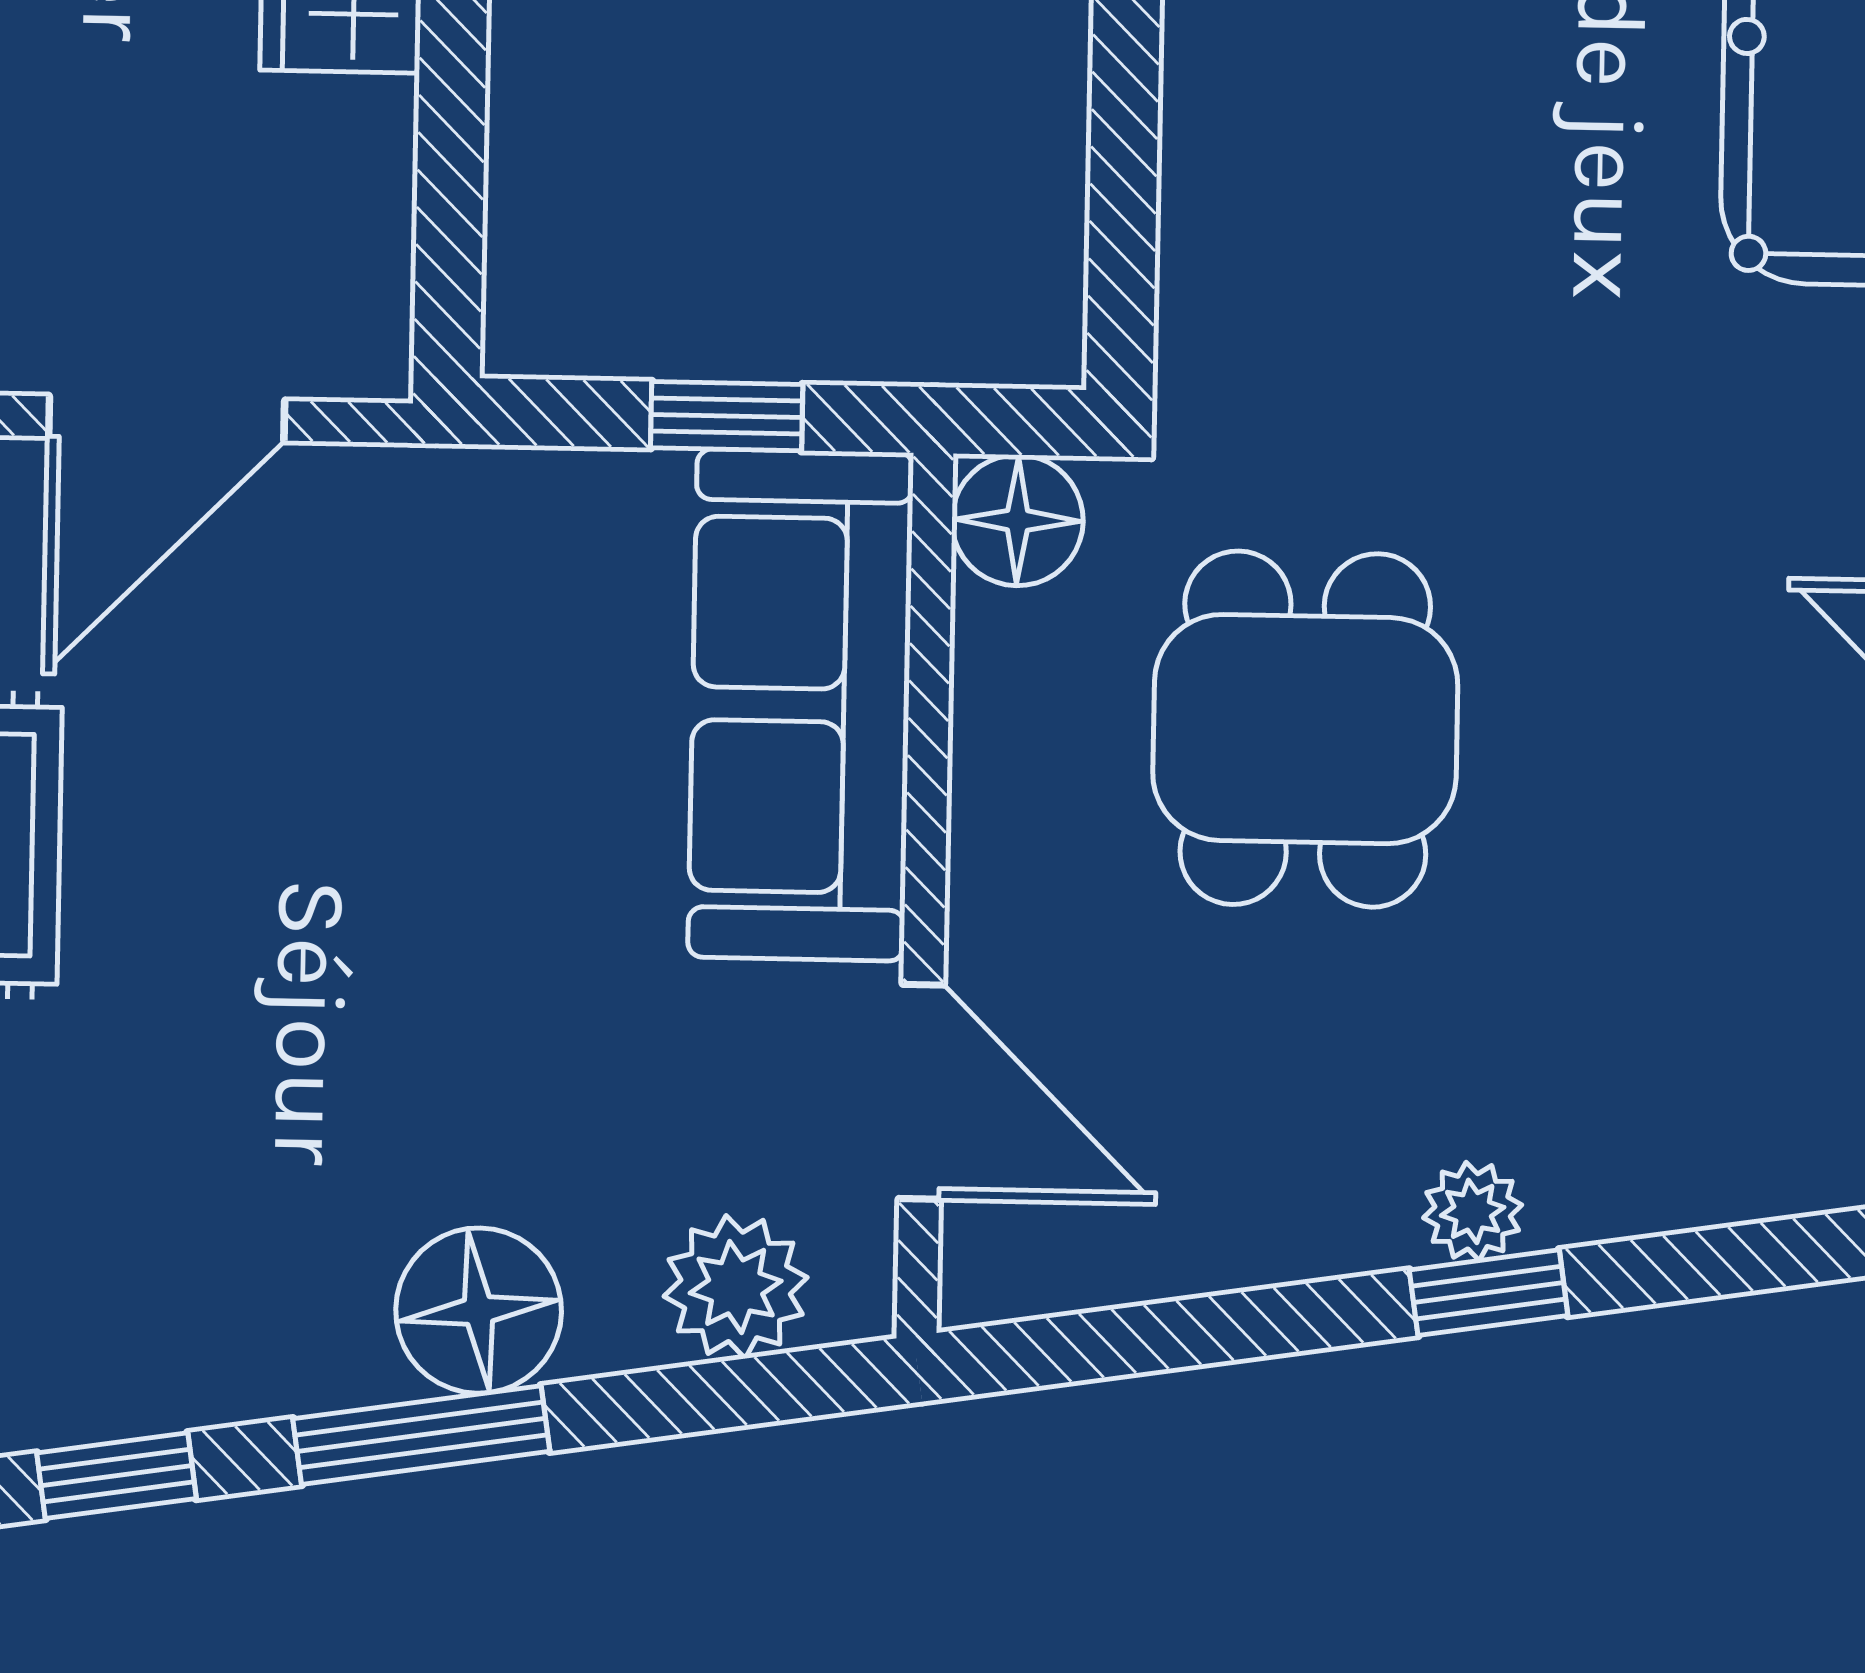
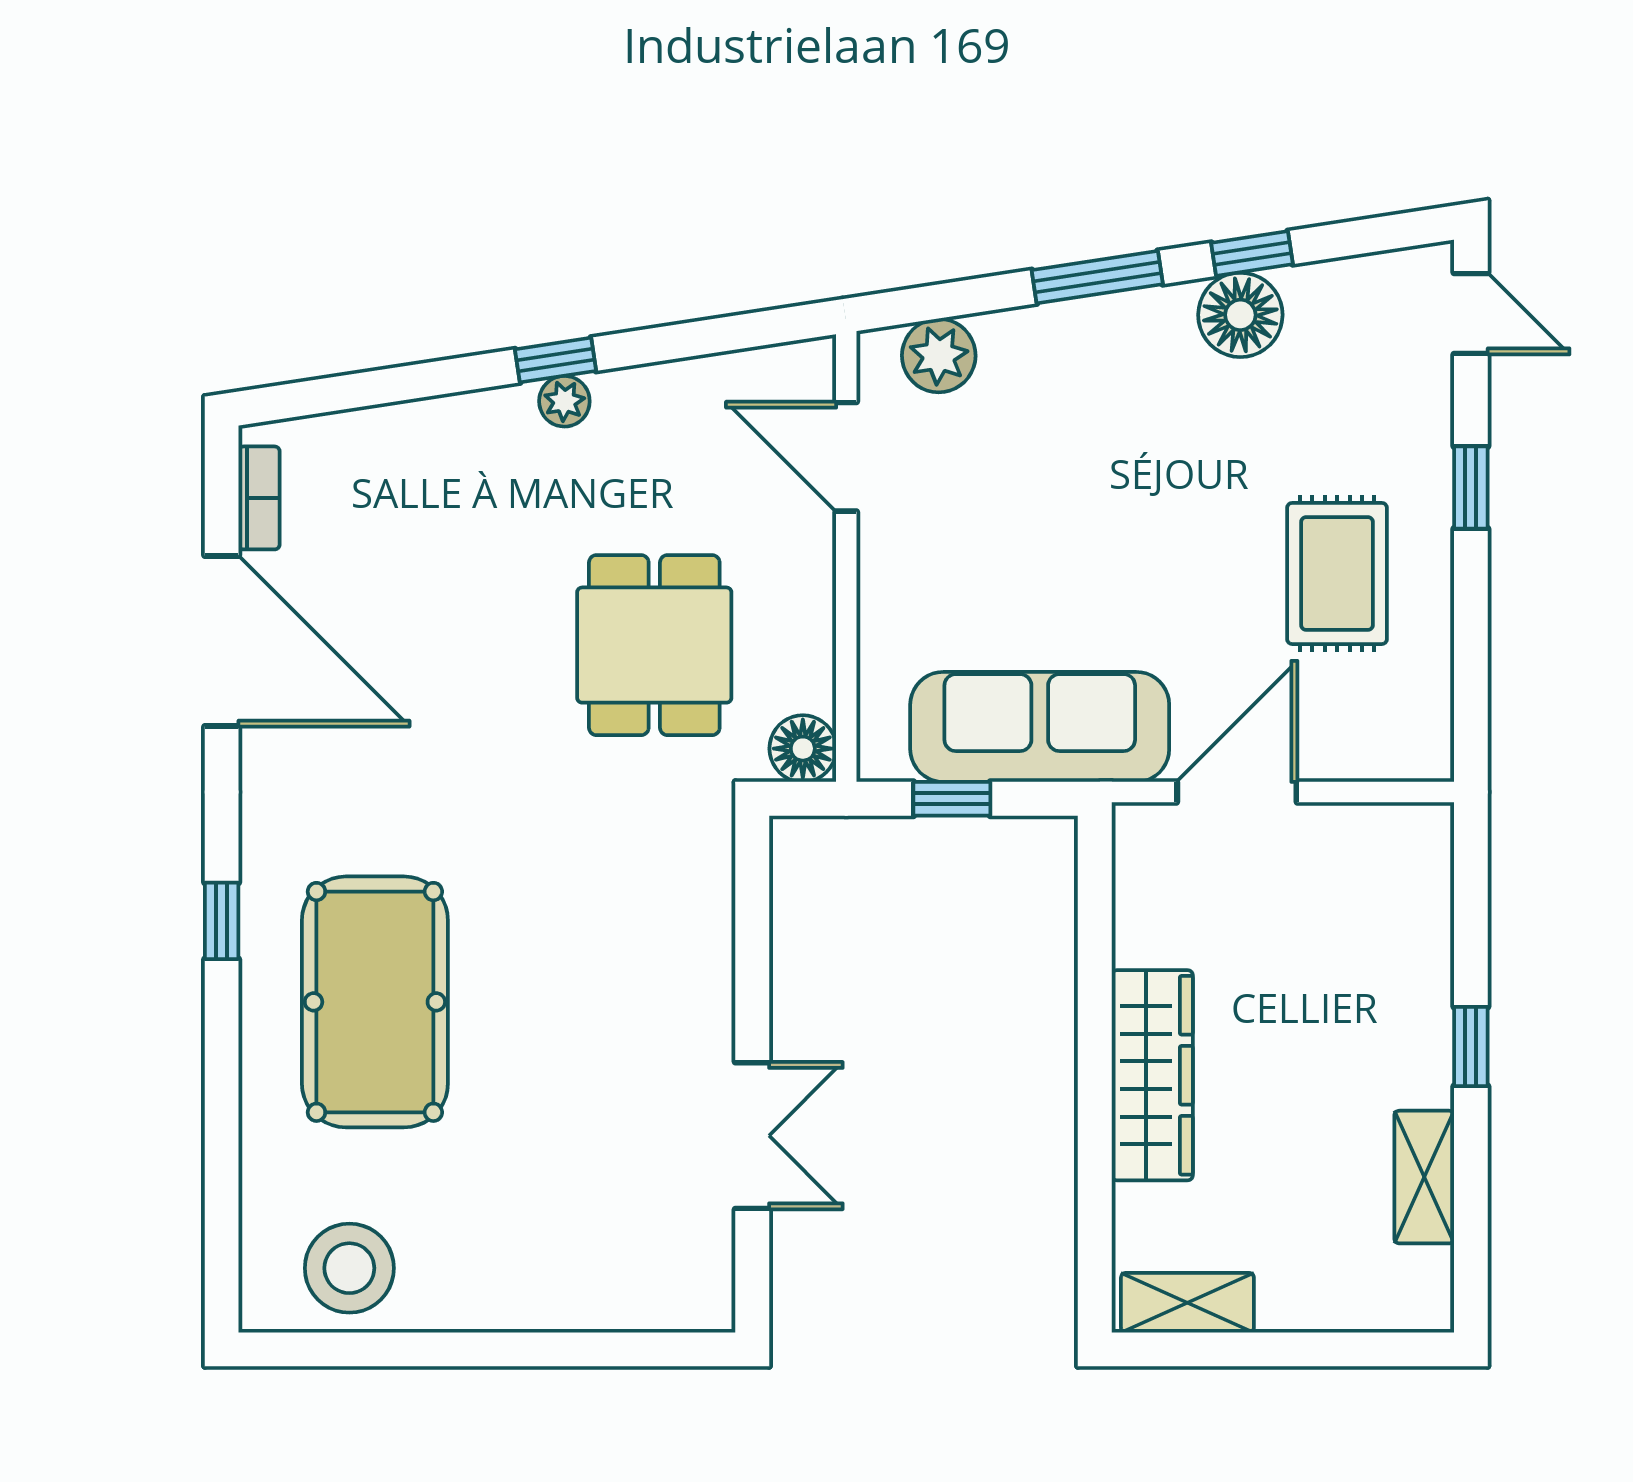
sofa: (801, 705) -> (1040, 727), moved, turned -90
floor lamp: (479, 1311) -> (1240, 315), moved

